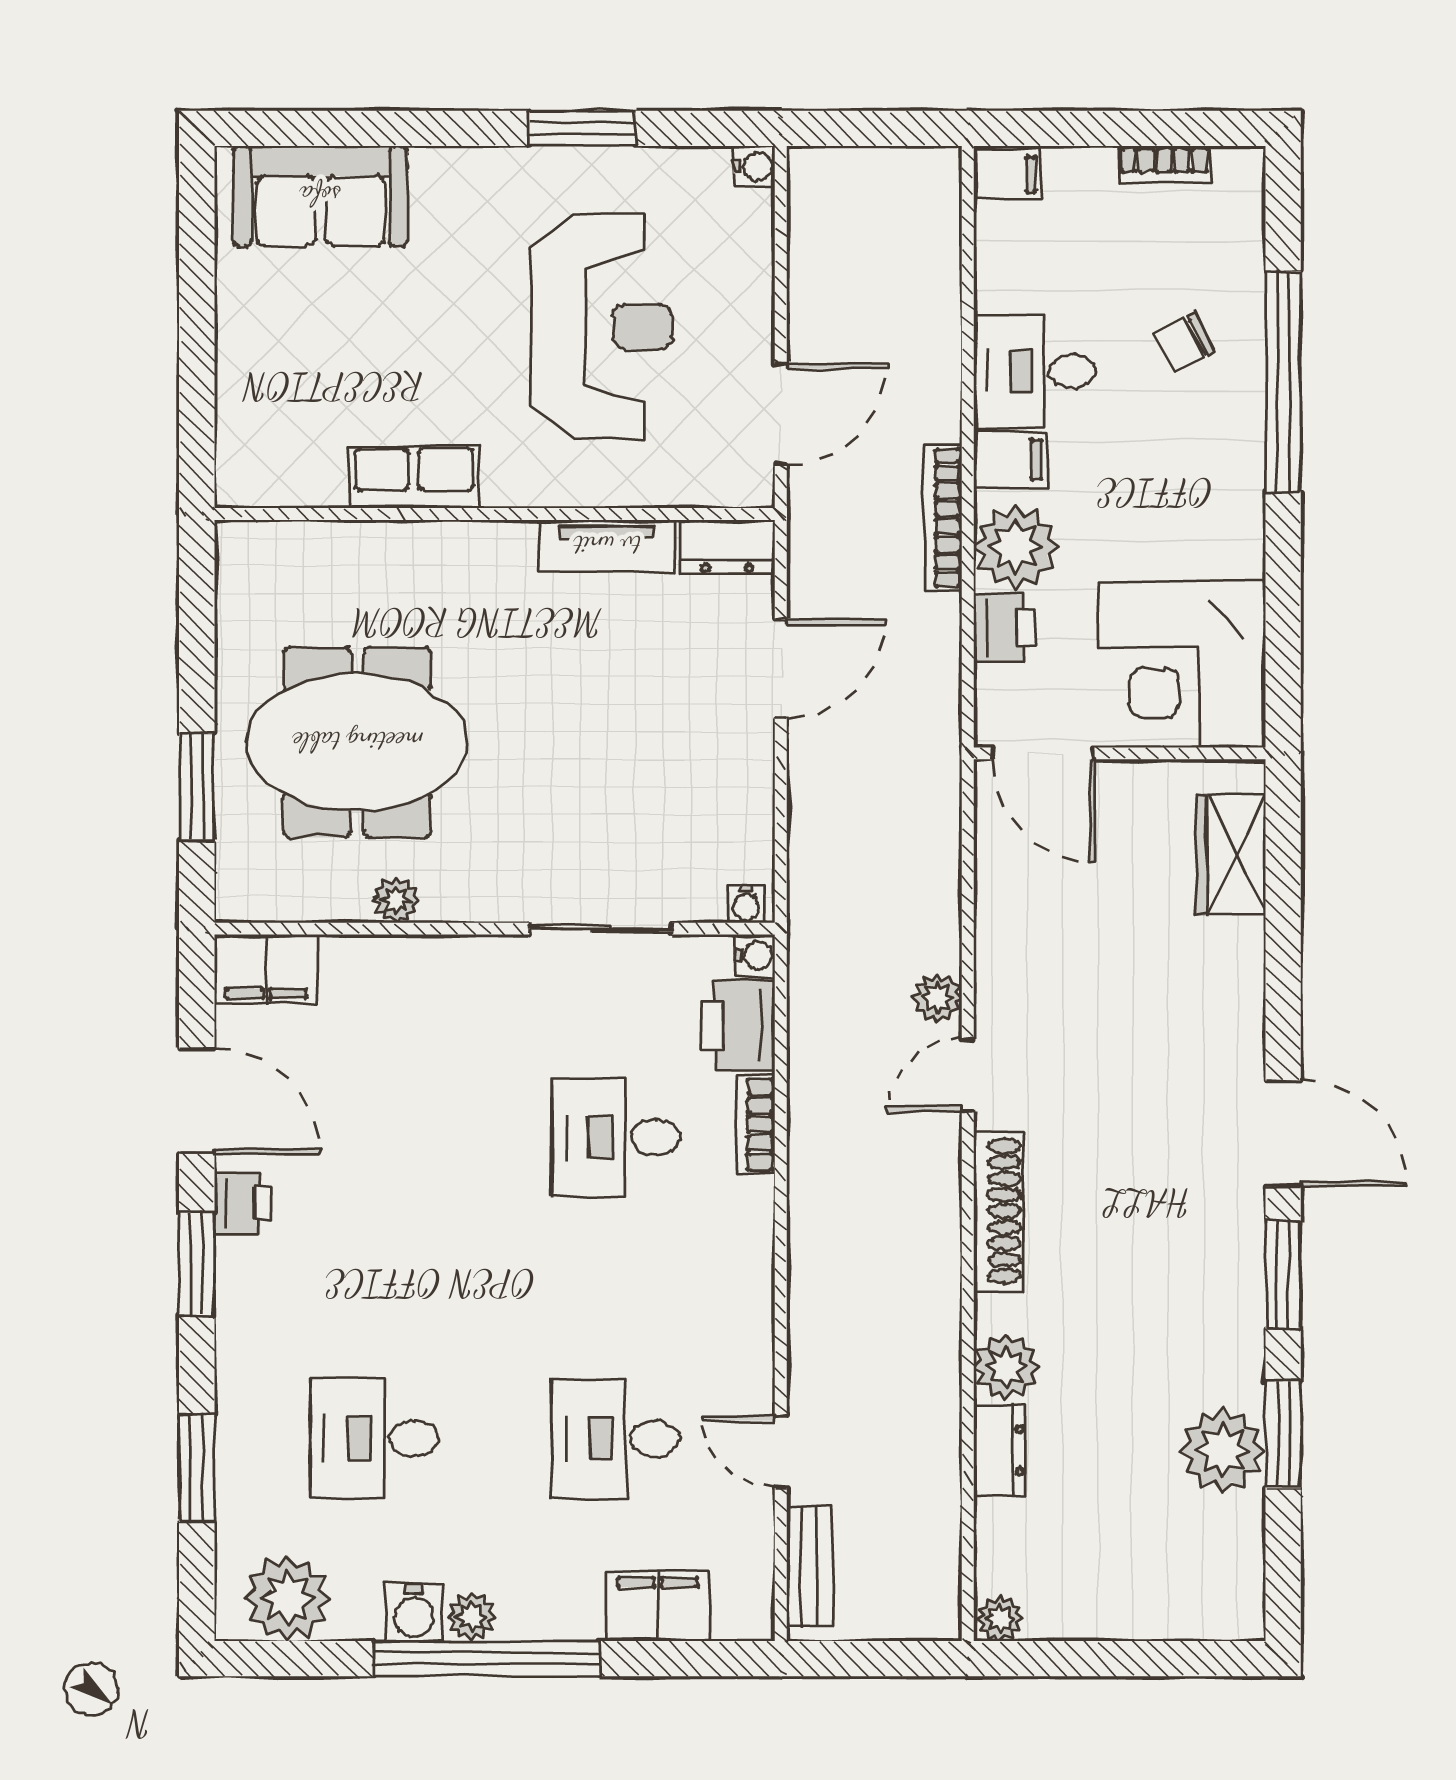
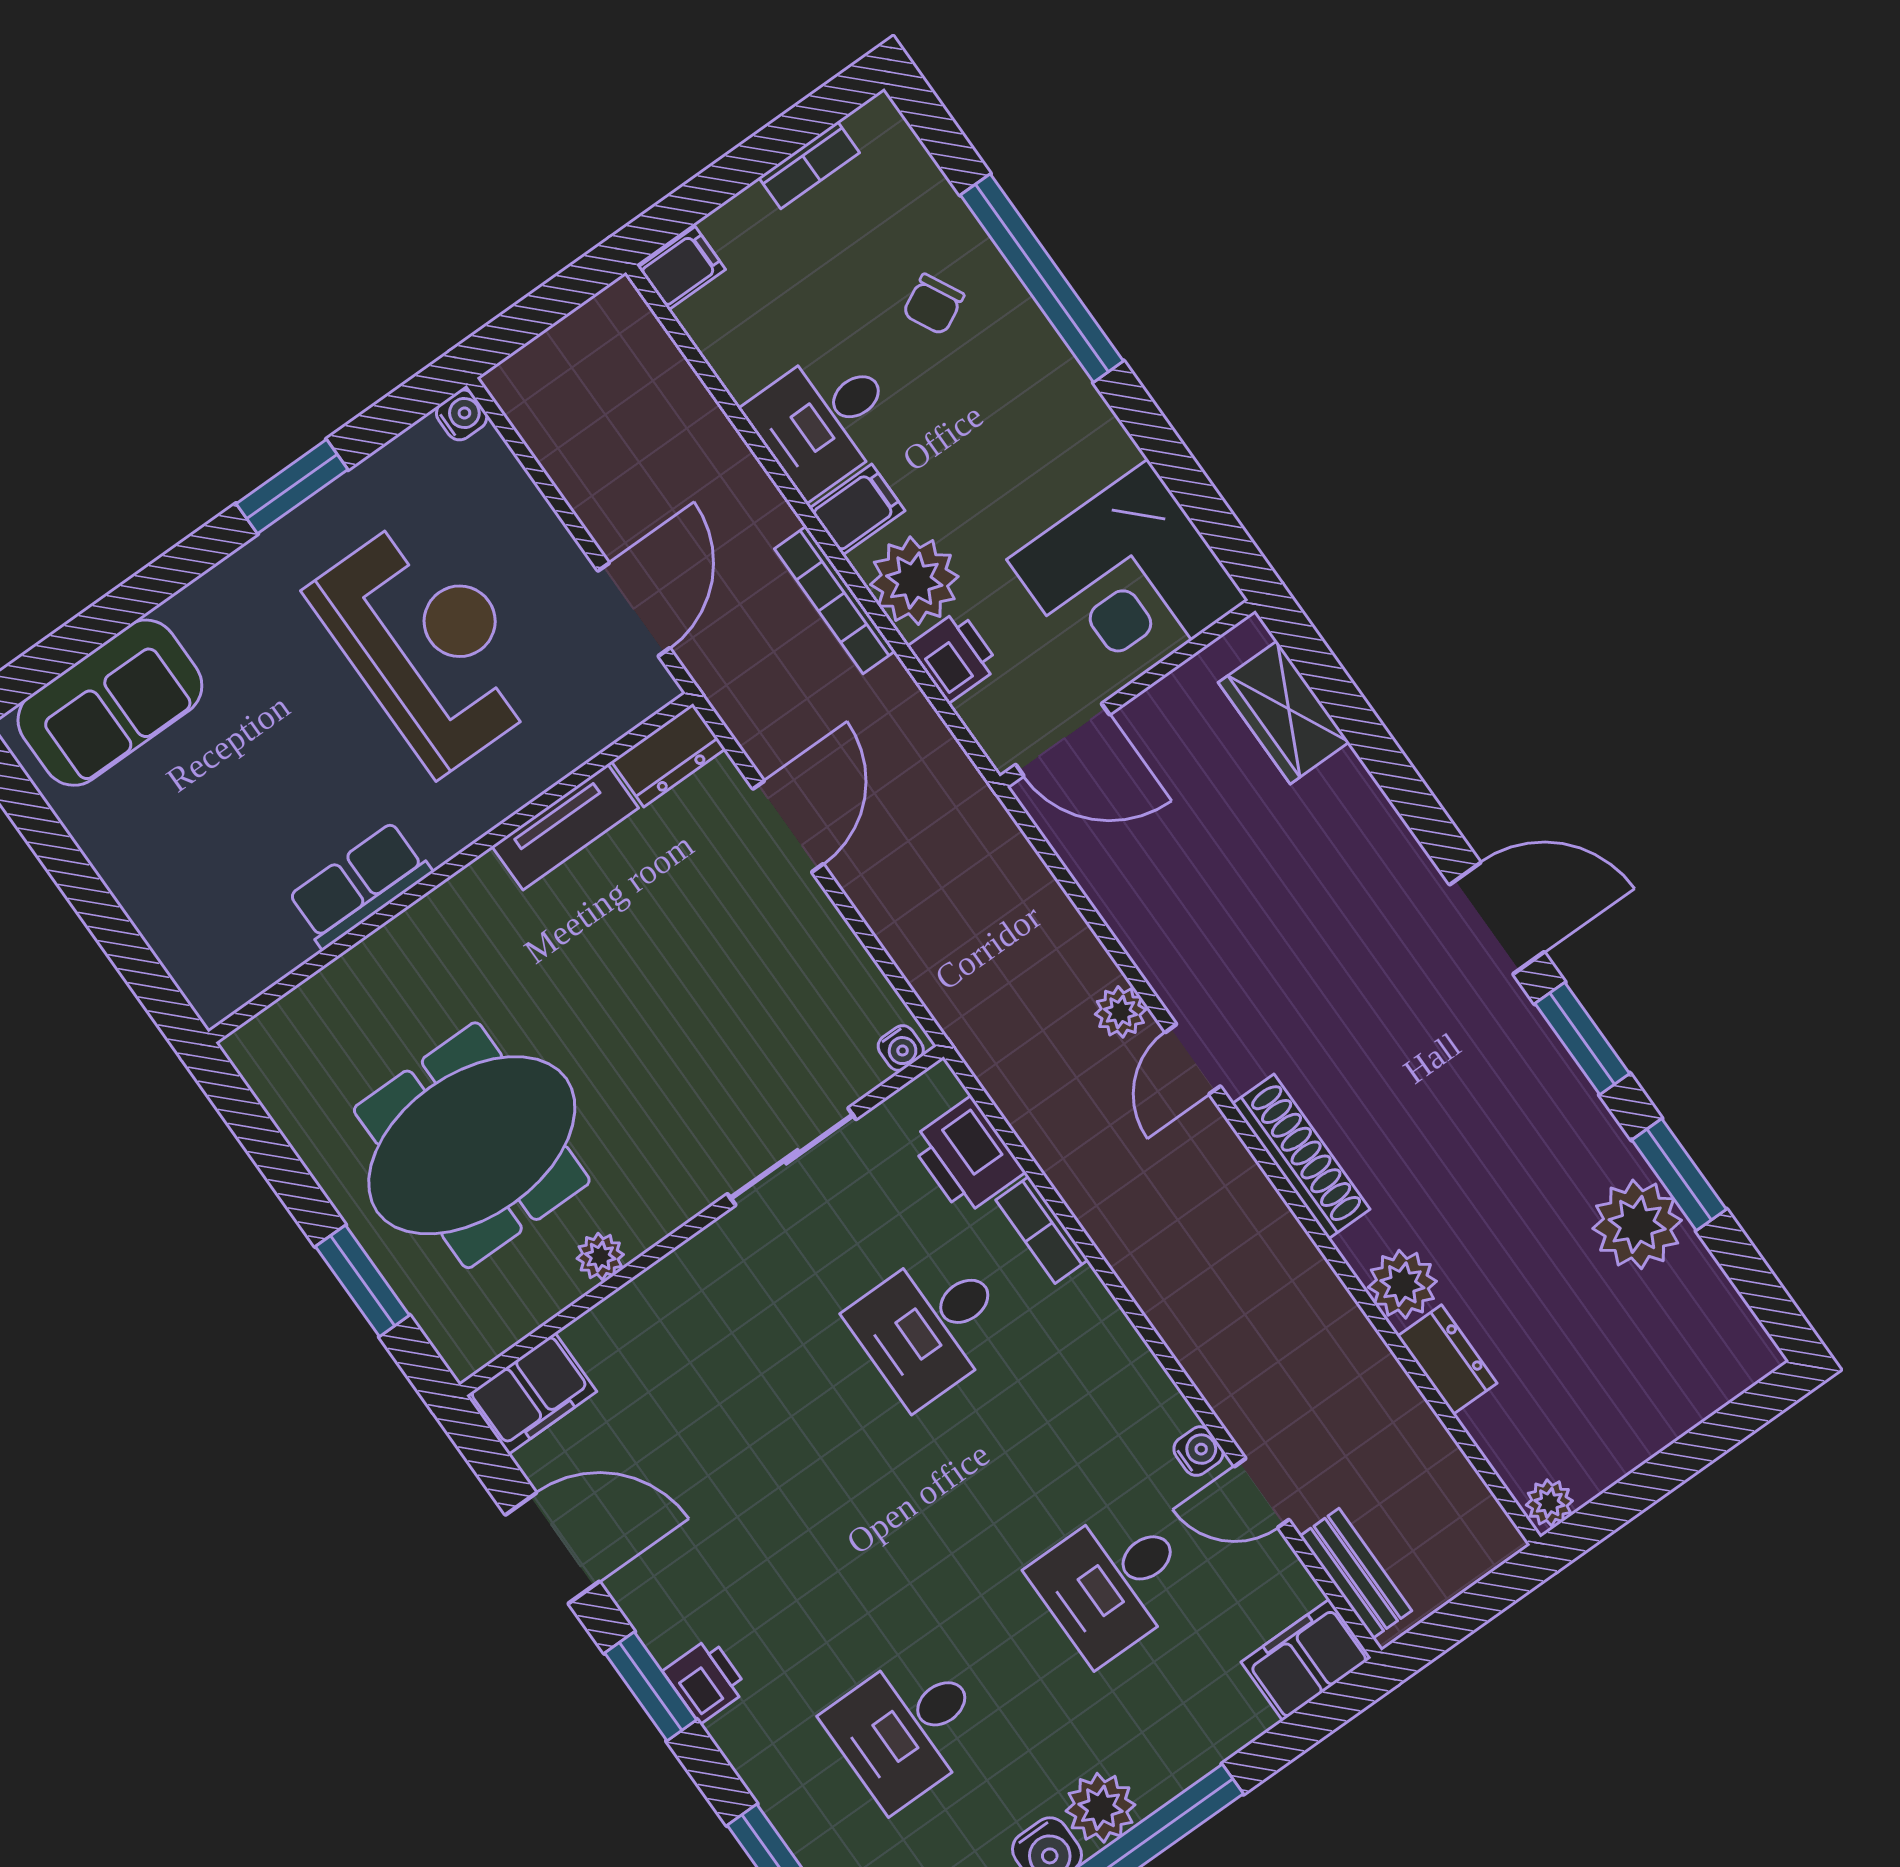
water cooler: (755, 955) -> (1198, 1451), moved
printer: (243, 1203) -> (706, 1680), moved
filing cabinet: (658, 1607) -> (1306, 1660), moved
plant: (471, 1617) -> (1101, 1808), width x1.38, depth x1.38

